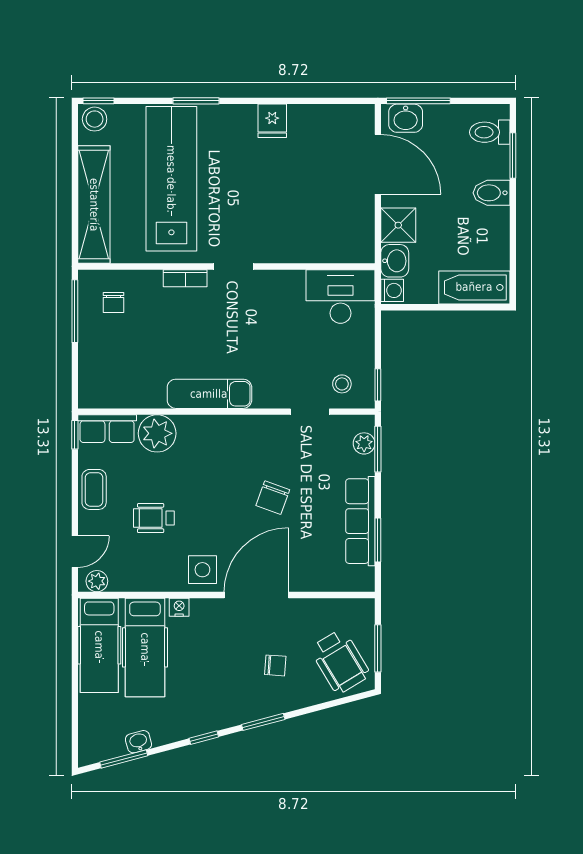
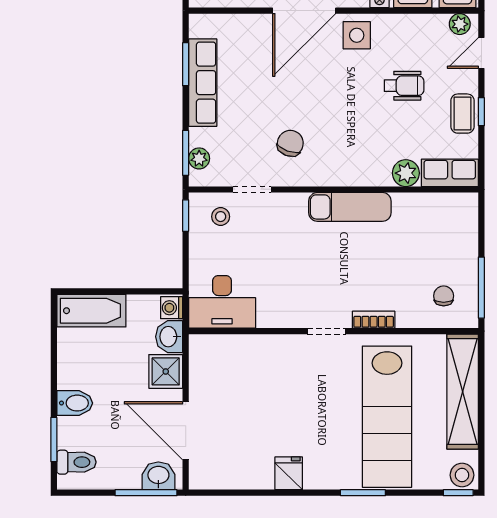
plant: (157, 433) -> (406, 173), width x0.73, depth x0.73
window: (75, 435) -> (481, 112), moved
chair: (273, 498) -> (290, 143), moved

